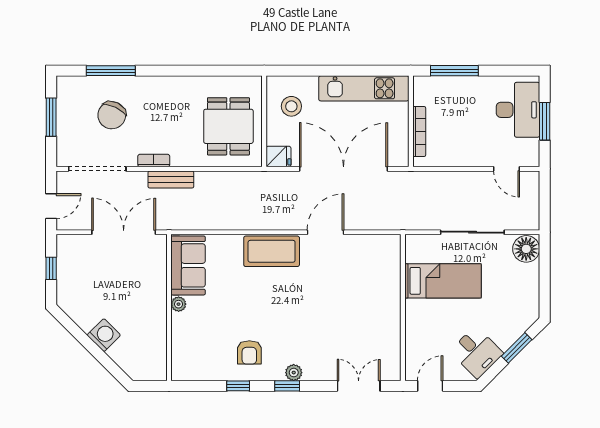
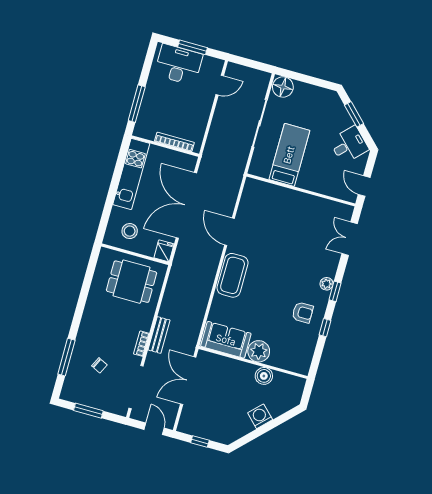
chair: (112, 115) -> (99, 365), width x0.54, depth x0.54
plant: (179, 304) -> (259, 351), width x1.88, depth x1.88
boiler: (156, 326) -> (264, 376), added

